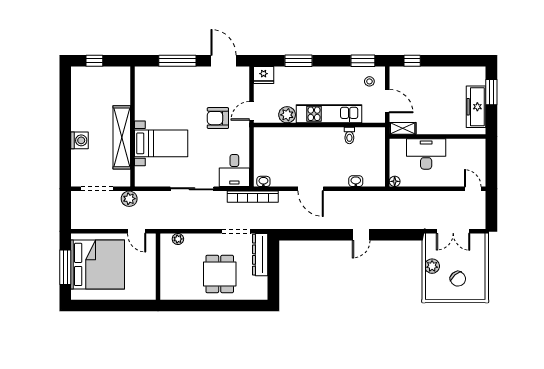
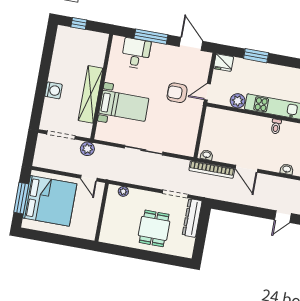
toilet: (349, 136) -> (276, 126), moved
desk: (234, 171) -> (136, 53), moved, turned 180
bookcase: (253, 197) -> (212, 170), moved

